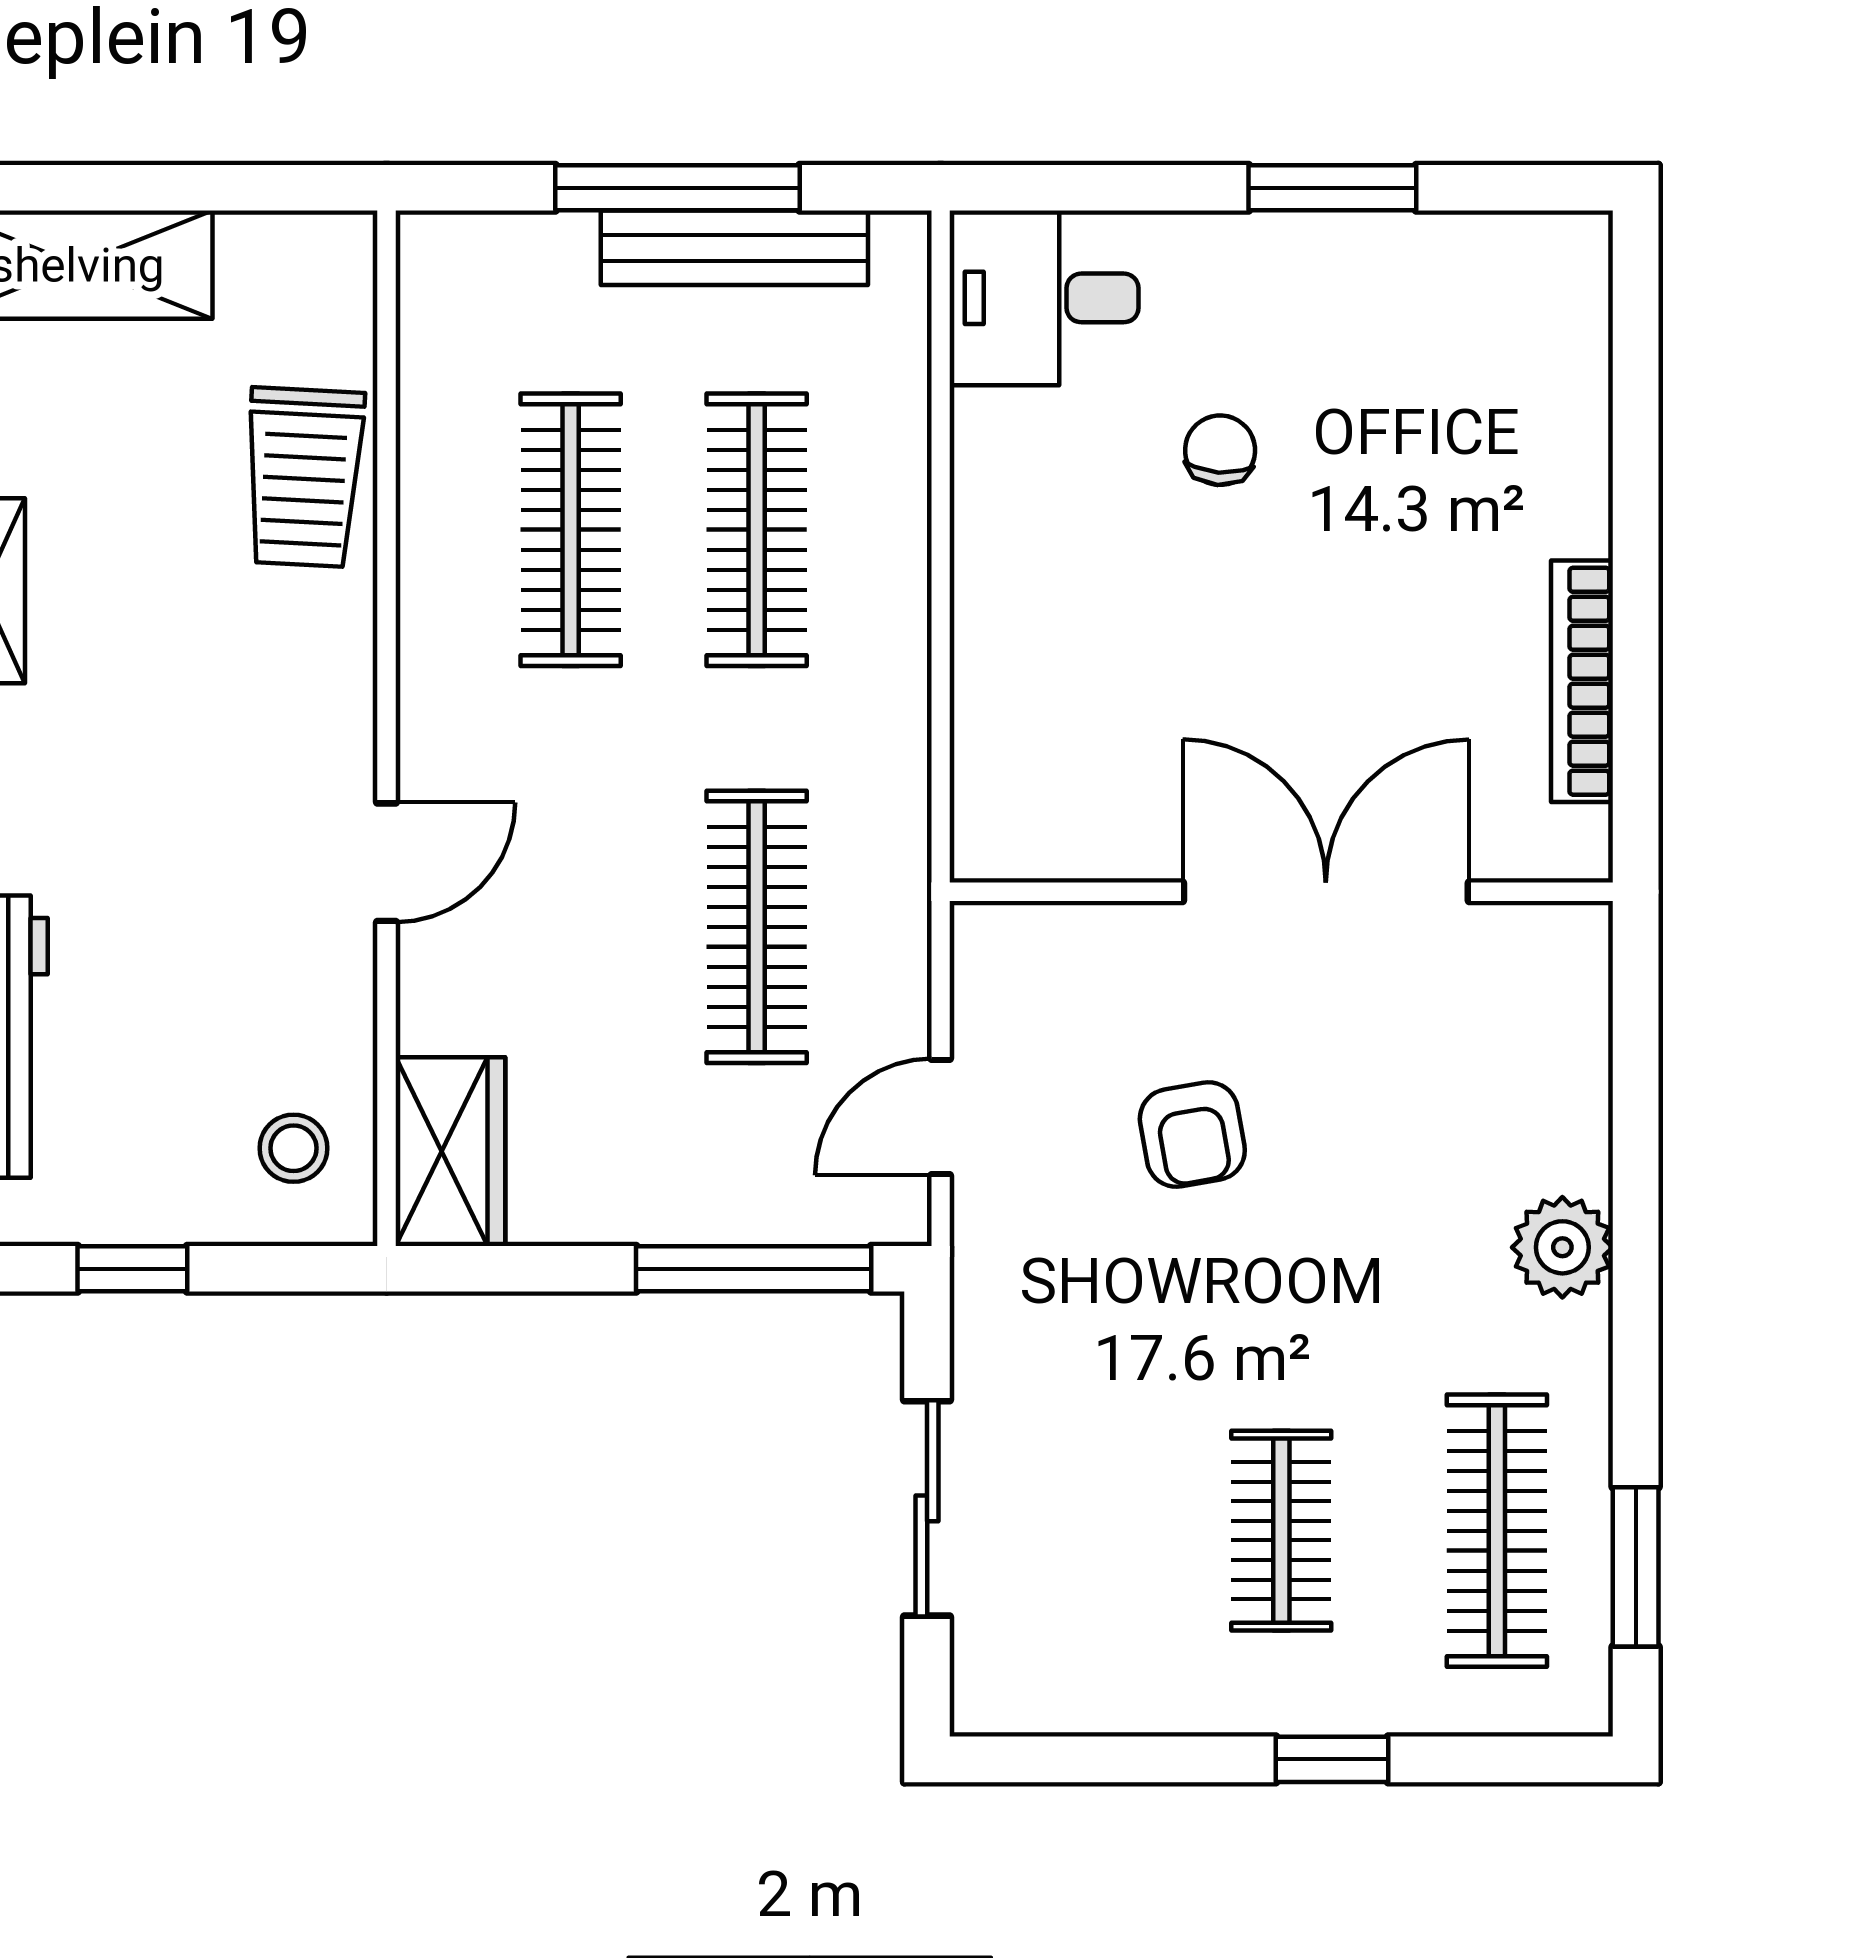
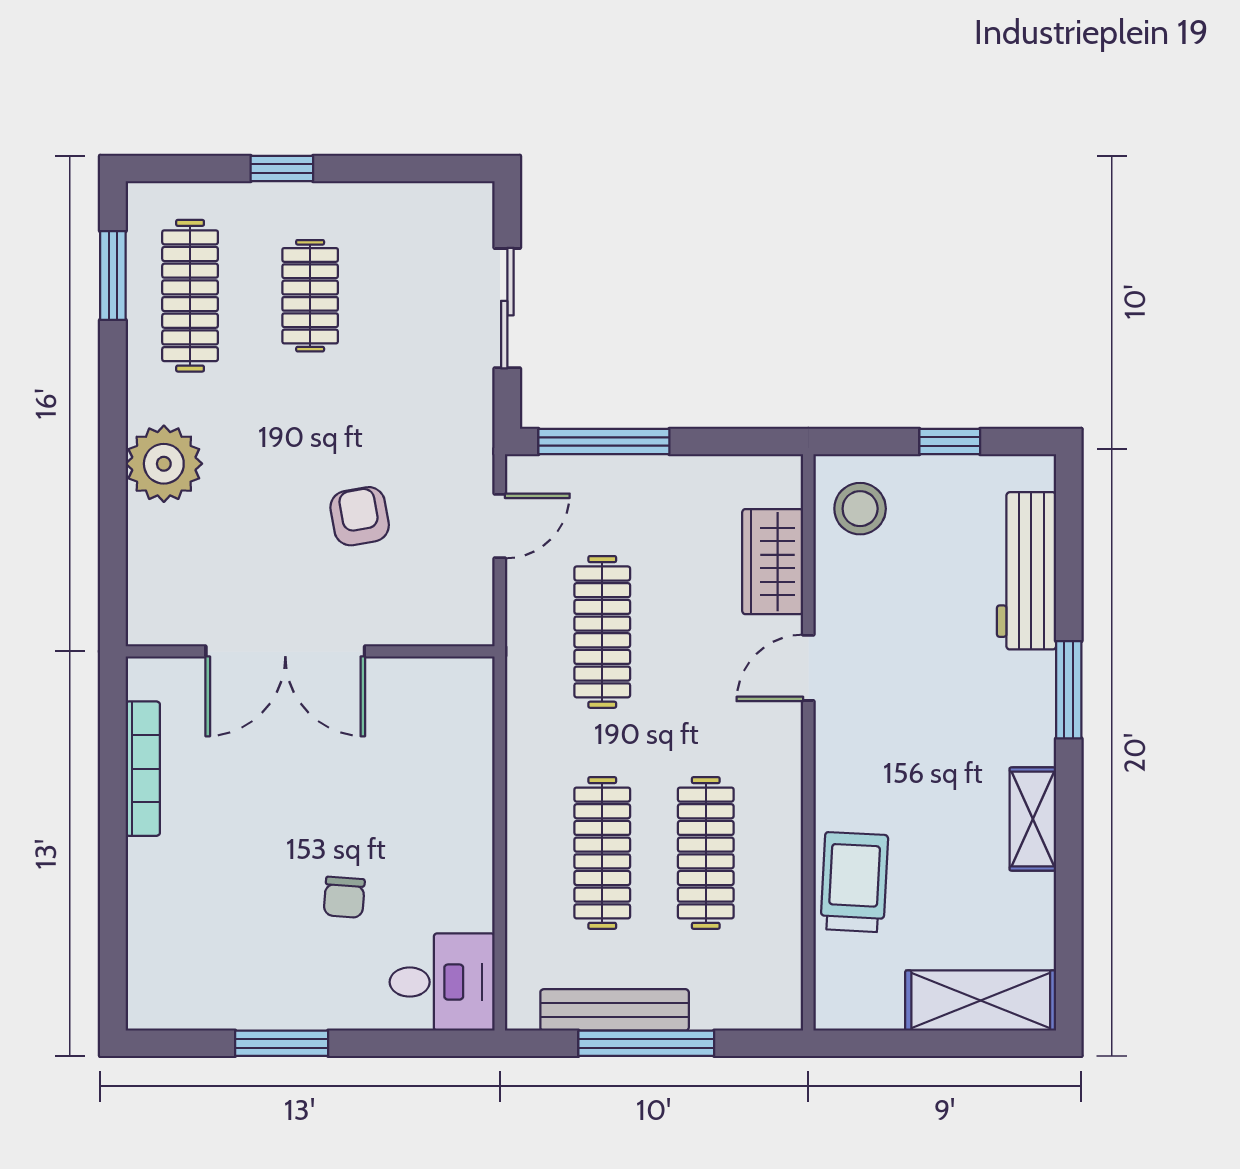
stool: (293, 1148) -> (860, 509), width x1.37, depth x1.37
wardrobe: (450, 1152) -> (773, 562), moved
plant: (1562, 1247) -> (164, 464), width x1.36, depth x1.36

